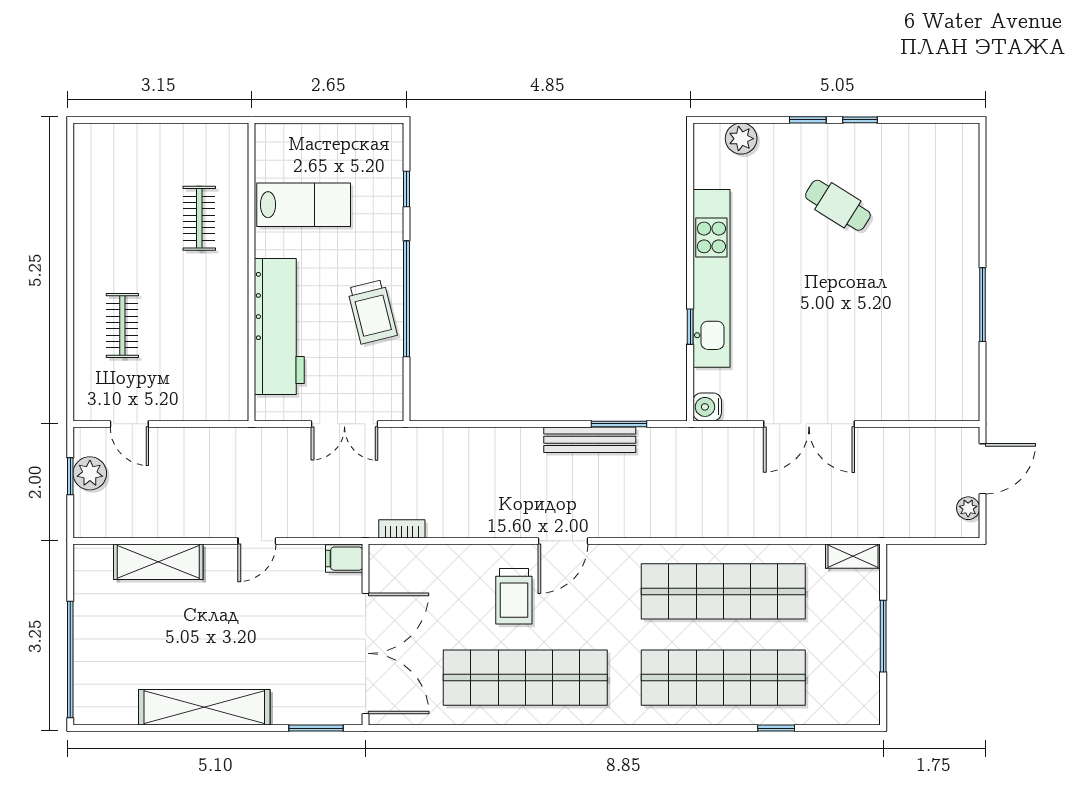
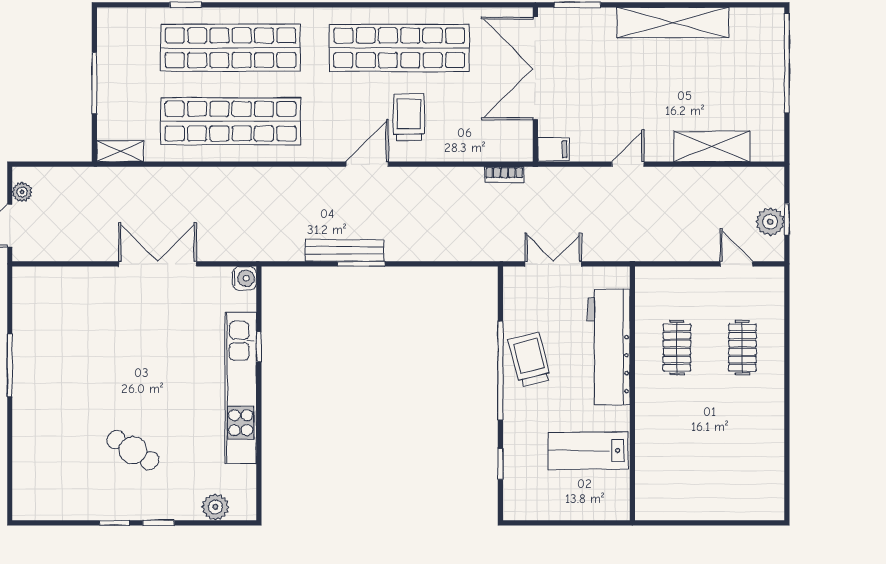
clothes rail: (199, 218) -> (677, 348), moved
window: (619, 424) -> (361, 264), moved

